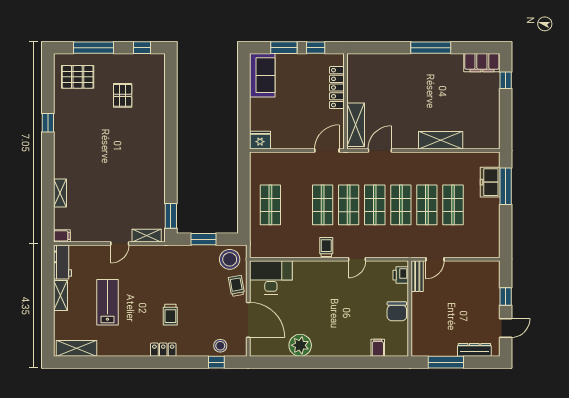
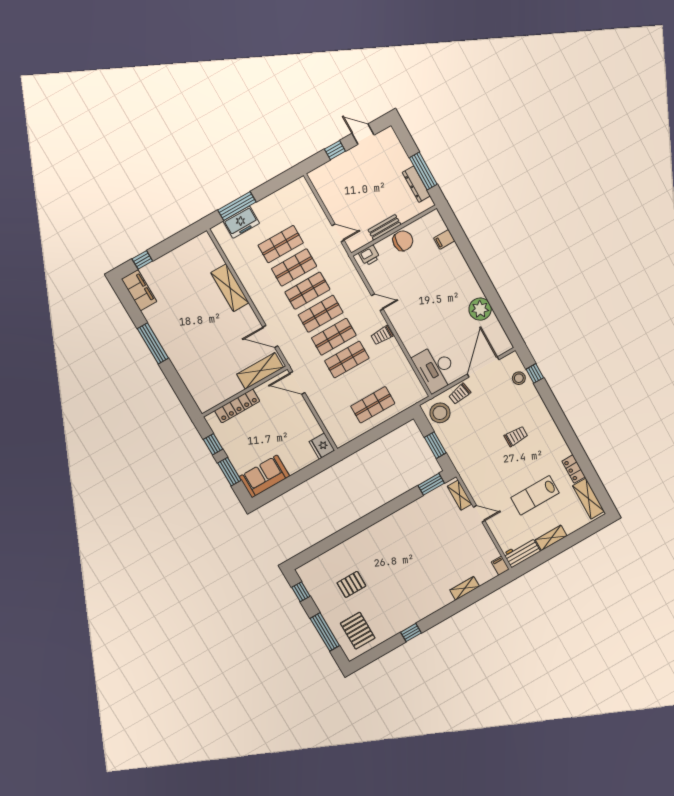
bench: (417, 276) -> (384, 227), moved
locker: (163, 350) -> (574, 469), moved
dresser: (474, 350) -> (416, 184), moved

